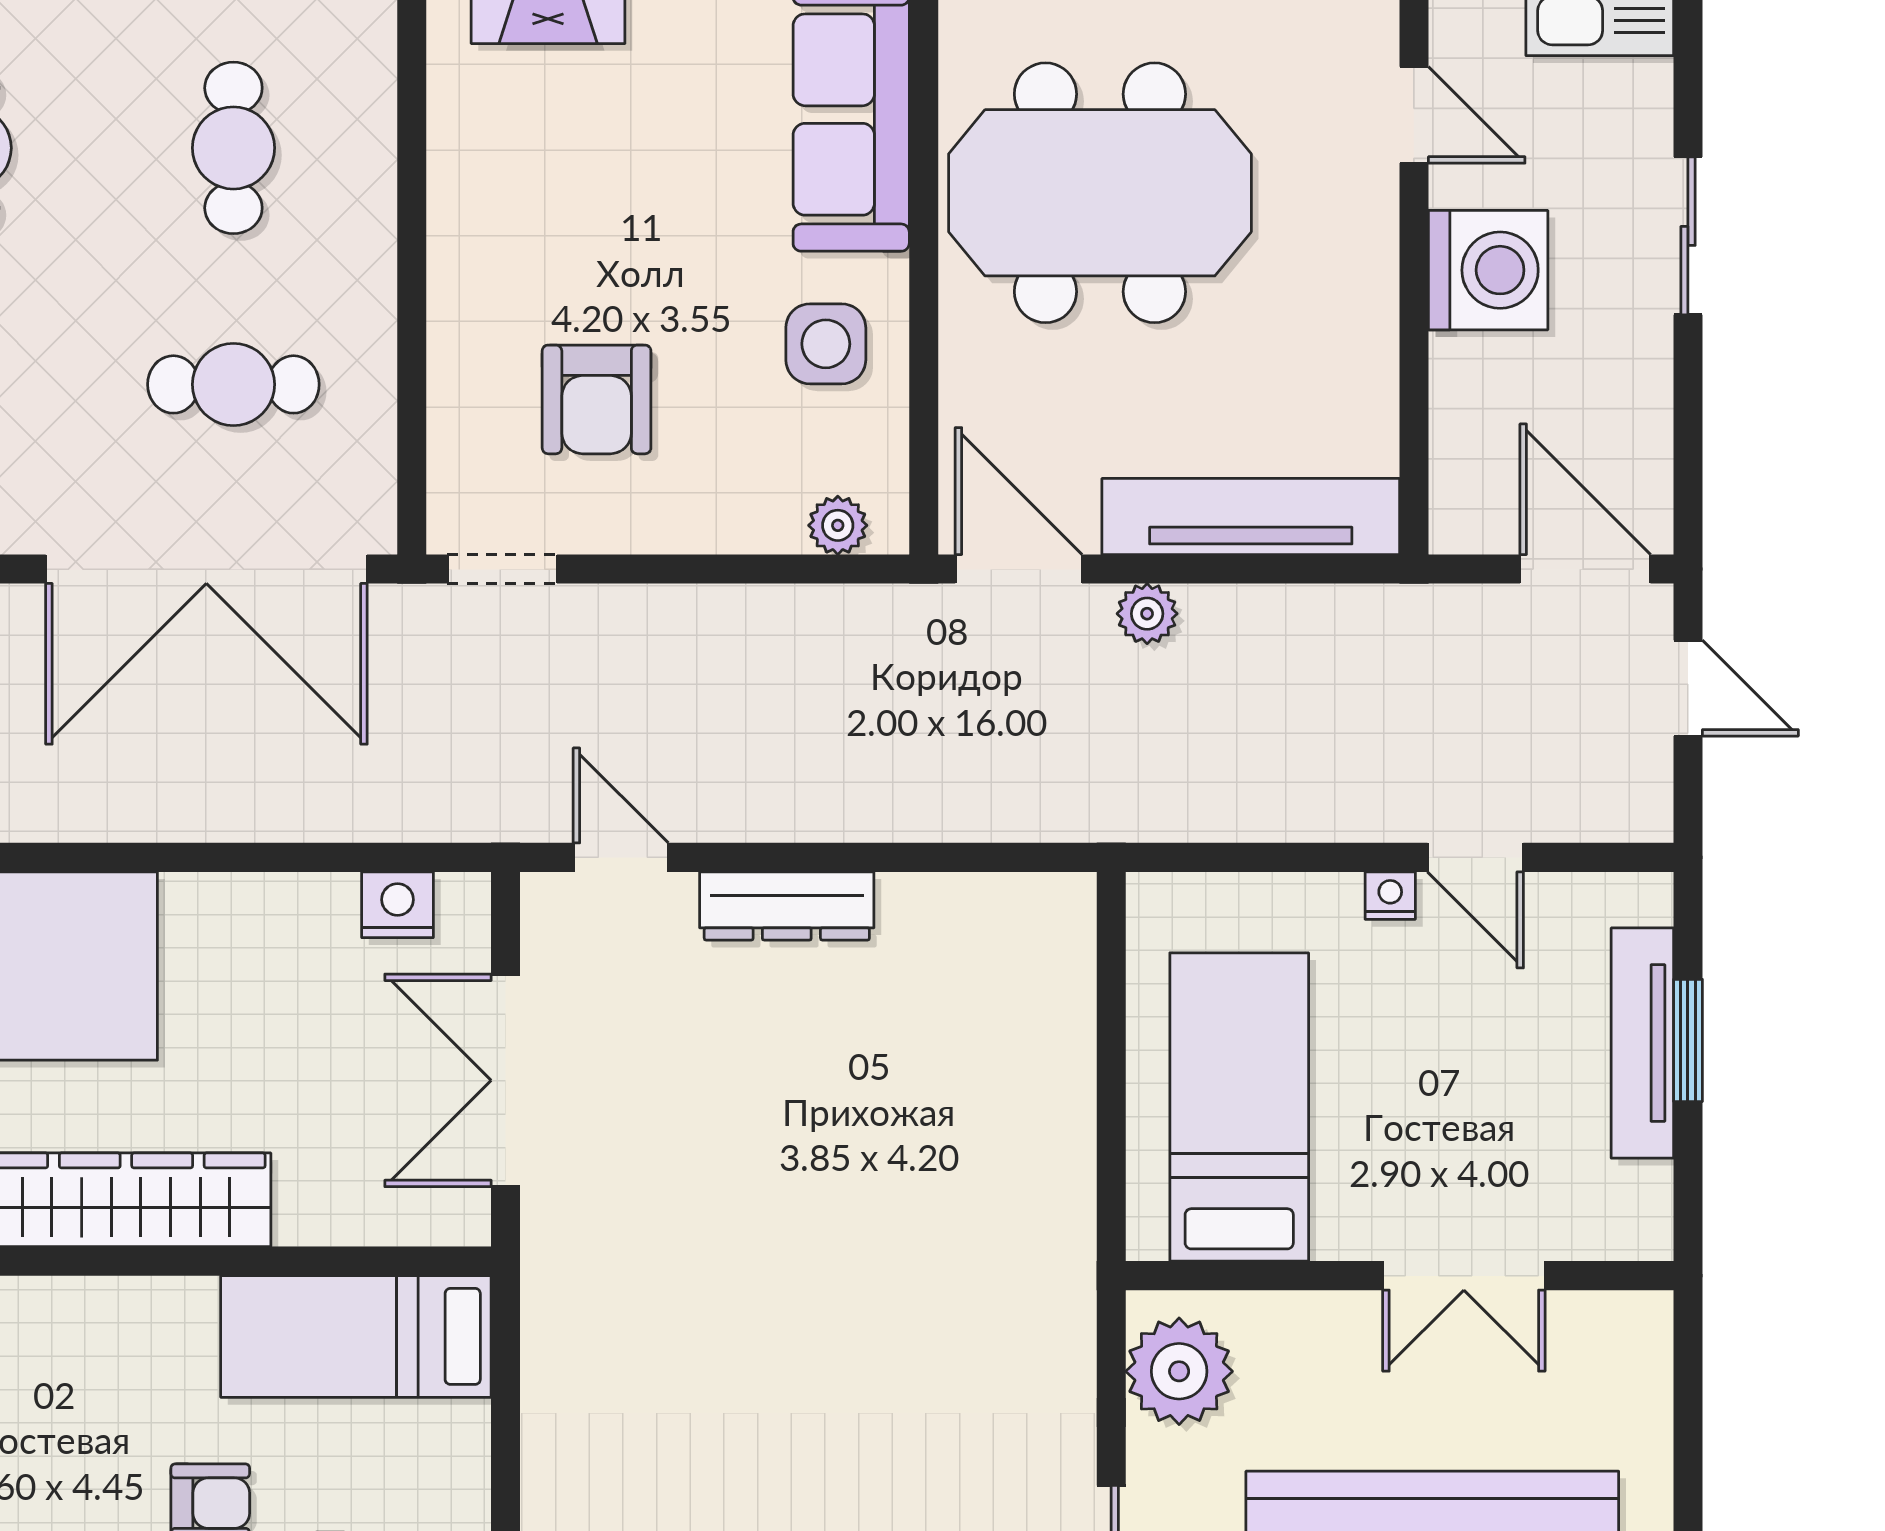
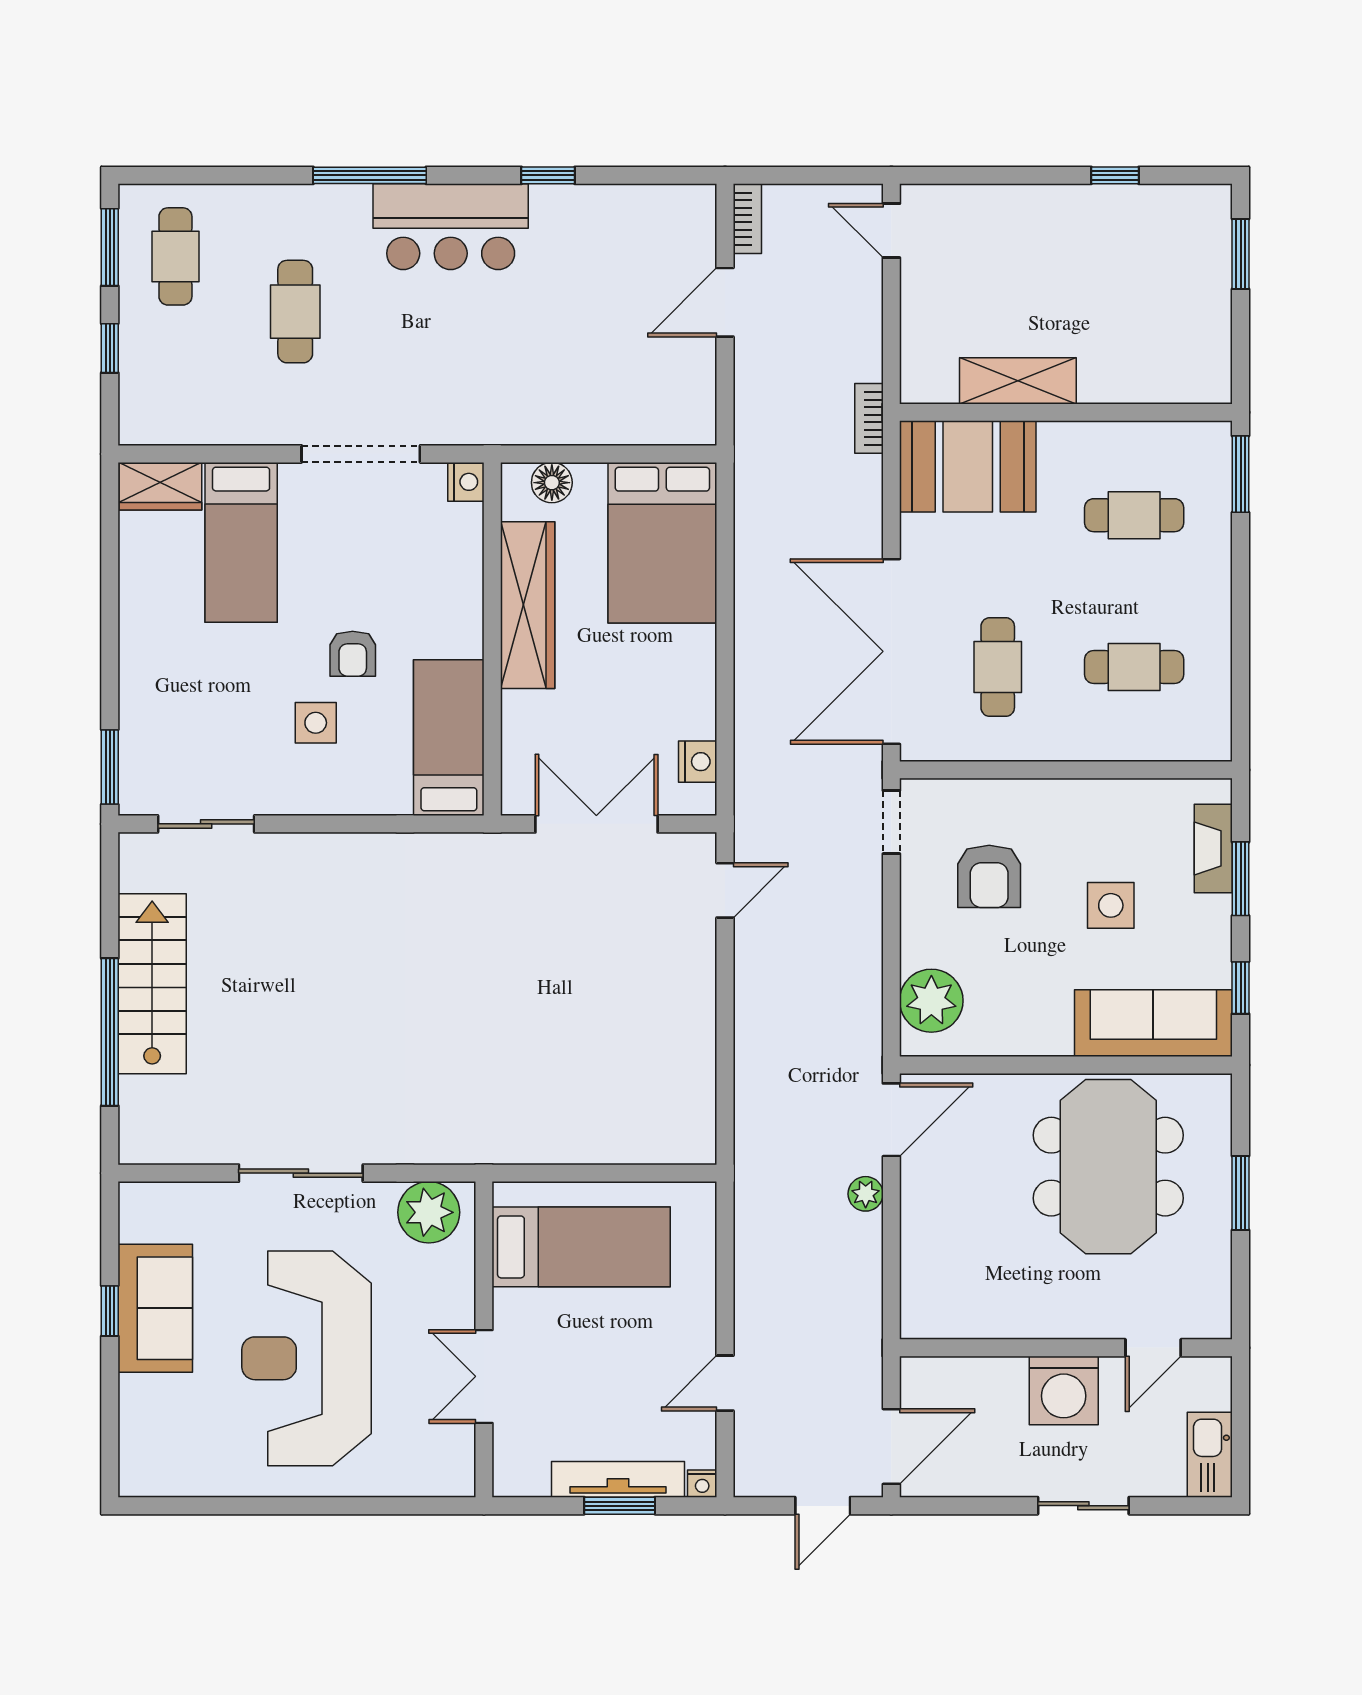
side table: (826, 344) -> (1111, 905), moved
armchair: (597, 399) -> (989, 876), turned -90
tv unit: (1251, 516) -> (922, 1254), removed
plant: (838, 525) -> (931, 1001), width x1.88, depth x1.88
nightstand: (1390, 896) -> (702, 1484), moved, turned 90
dresser: (787, 906) -> (697, 986), removed

